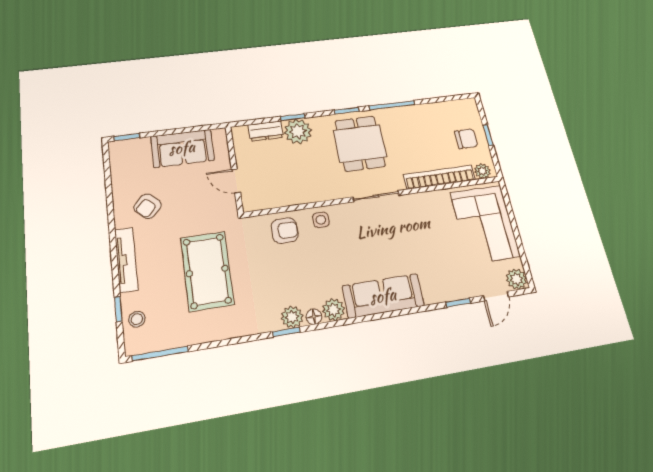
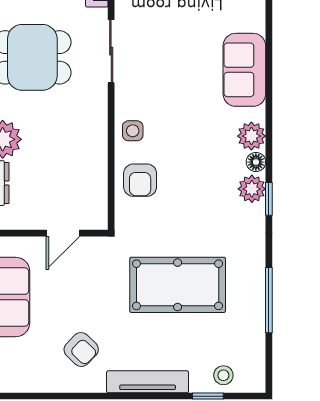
armchair: (285, 231) -> (140, 180), turned 180
sofa: (383, 296) -> (244, 70), width x0.74
window: (160, 354) -> (269, 300), moved

